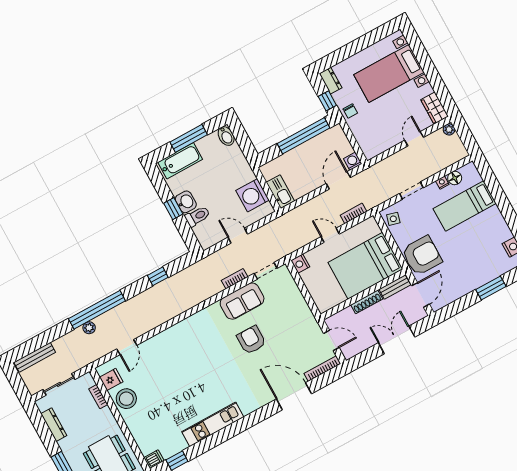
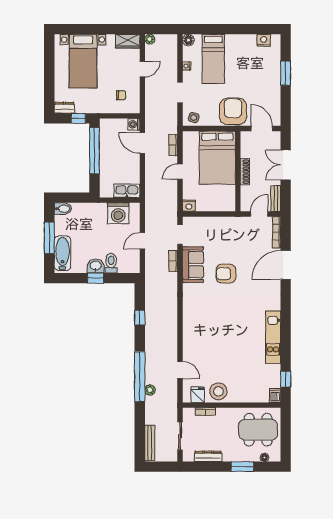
chair: (350, 111) -> (121, 95), moved
door: (414, 139) -> (142, 69), swing flipped
floor lamp: (455, 178) -> (188, 40), moved
bench: (395, 287) -> (276, 199), moved

